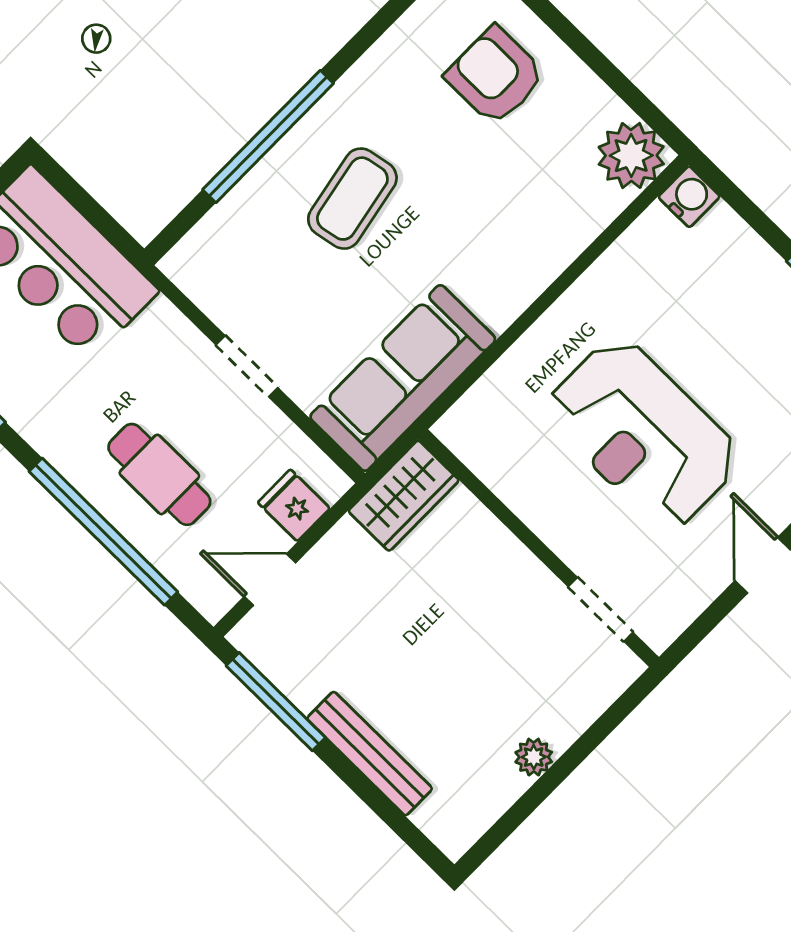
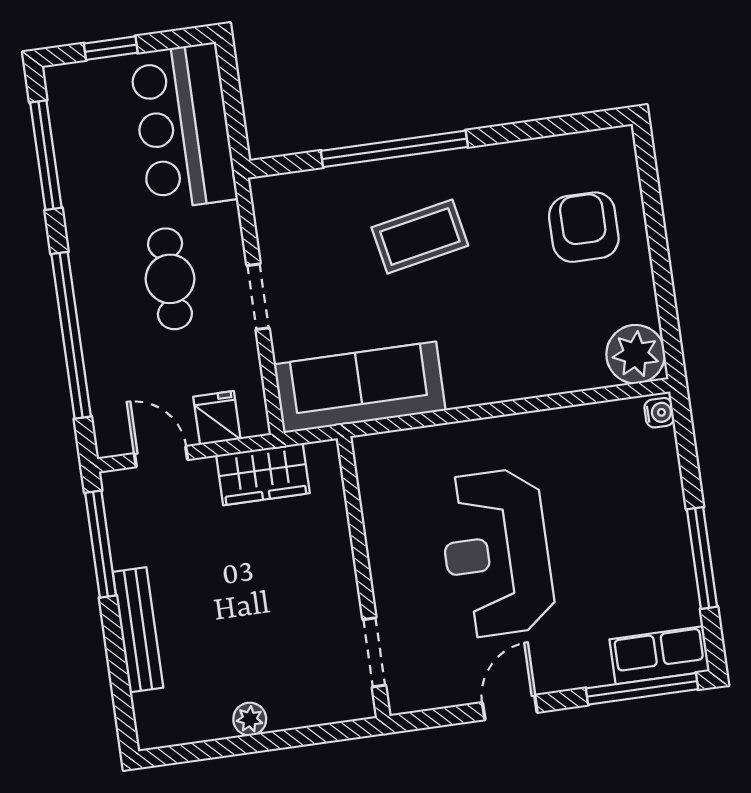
water cooler: (689, 197) -> (659, 413), width x0.72, depth x0.72
cafe table: (159, 474) -> (170, 279), moved
wardrobe: (404, 496) -> (263, 474), moved

